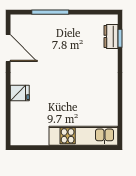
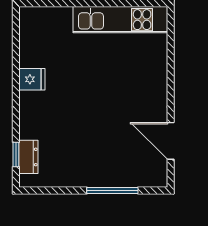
fridge: (20, 93) -> (32, 79), moved, turned 180
kitchen unit: (83, 136) -> (120, 20), moved

